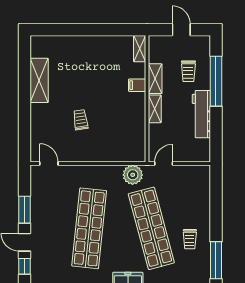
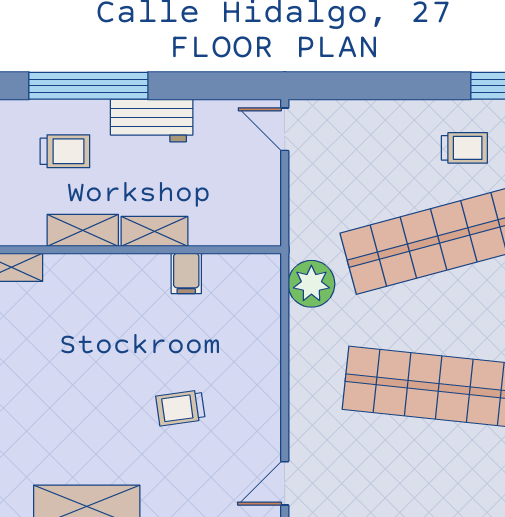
filing cabinet: (137, 85) -> (186, 273), moved
workbench: (201, 114) -> (152, 121), width x0.73
door: (164, 164) -> (285, 129), moved

